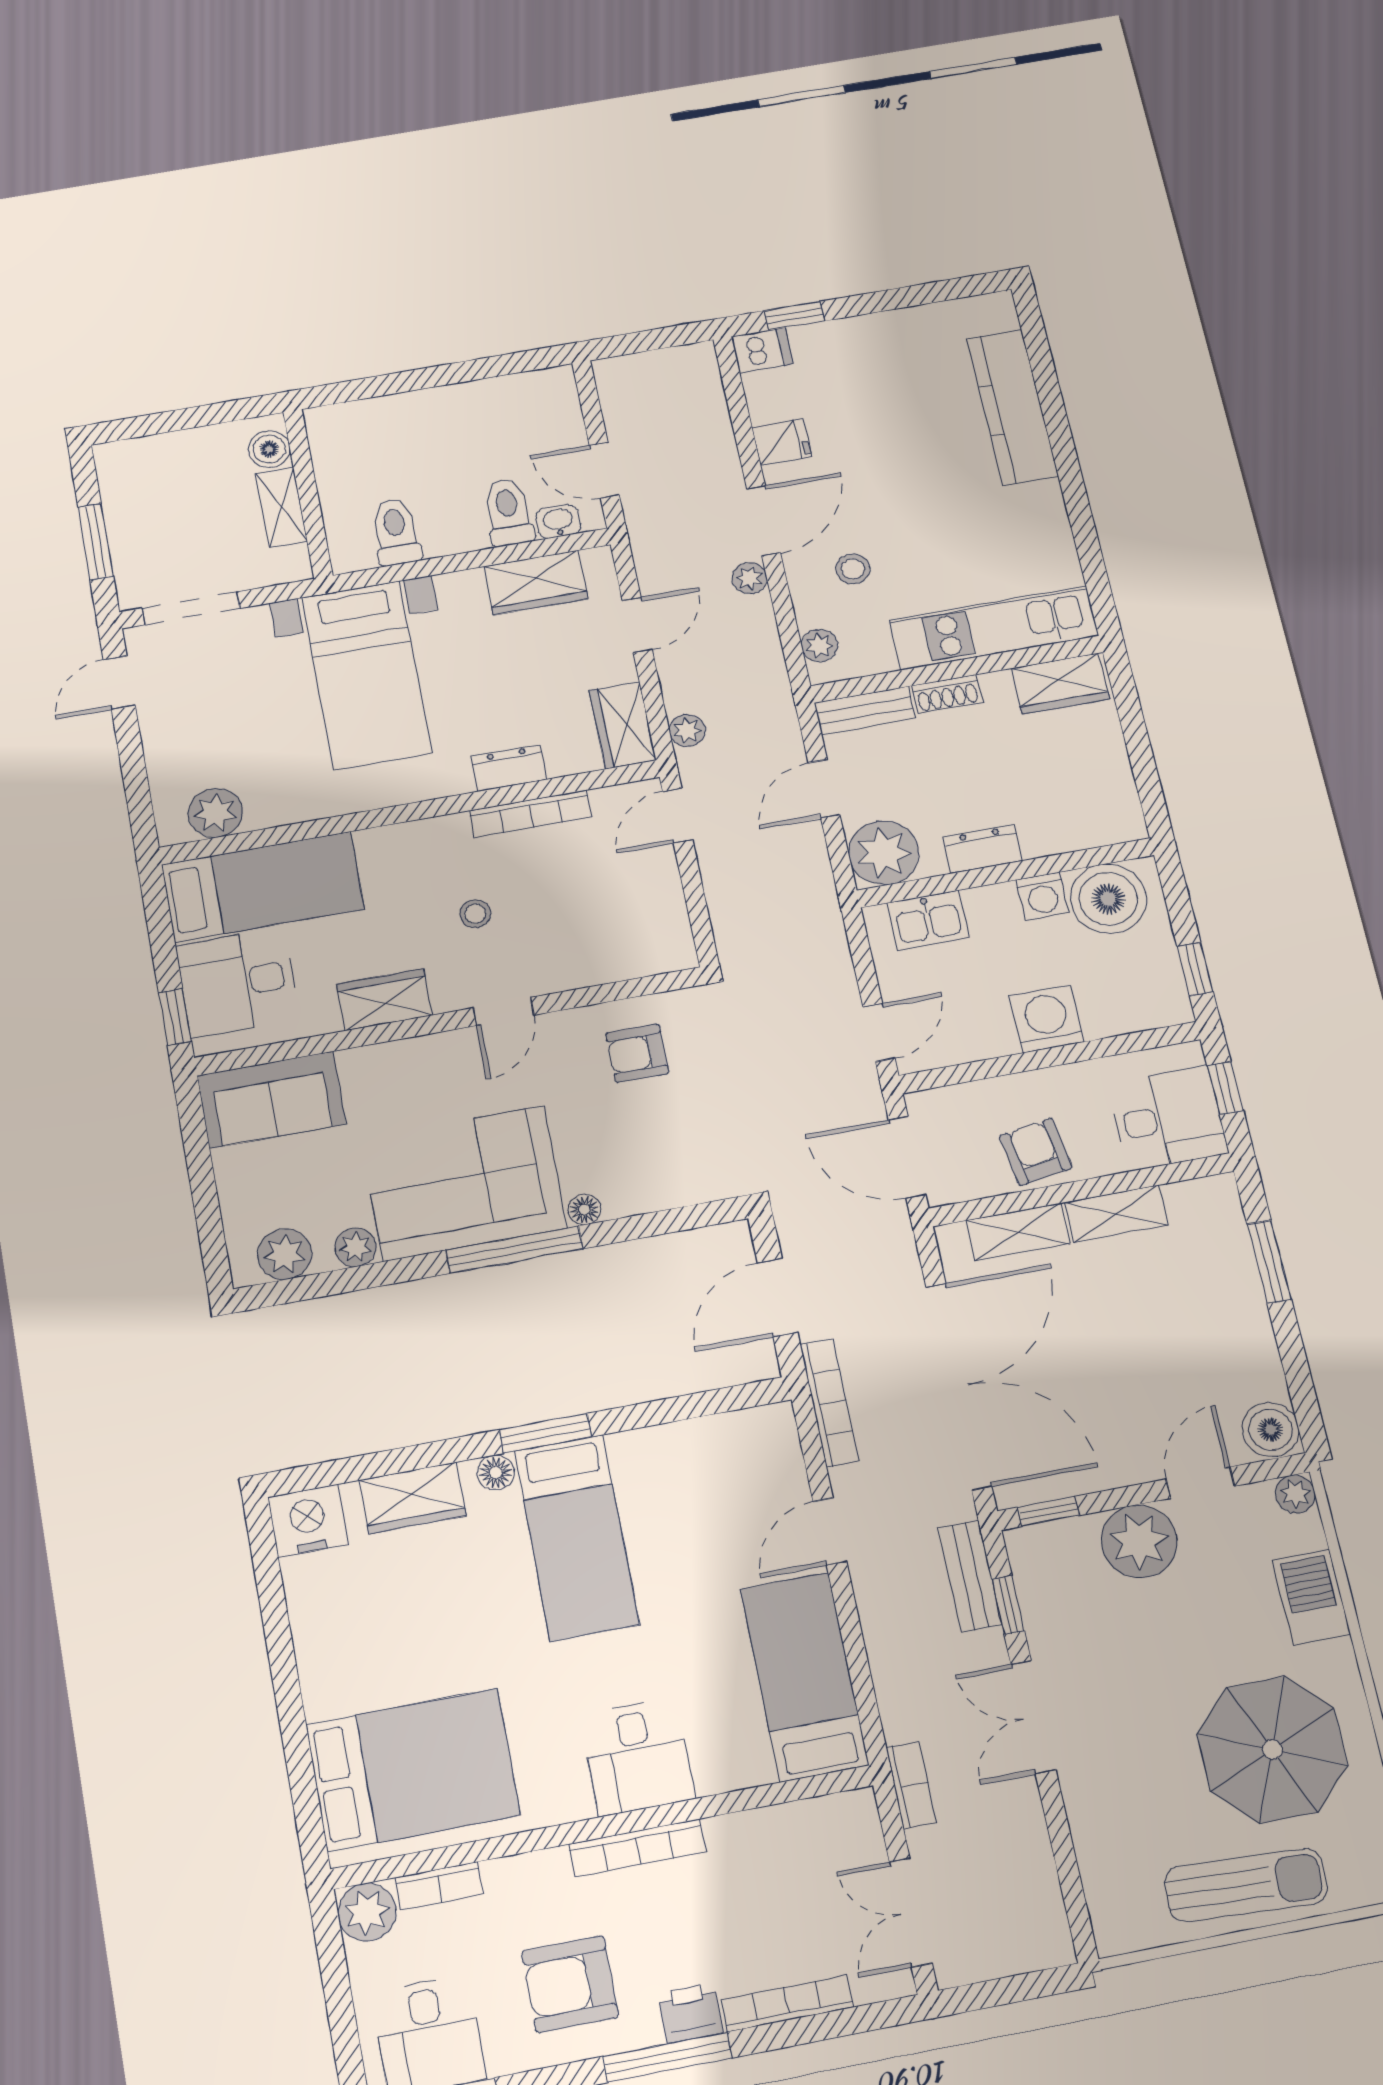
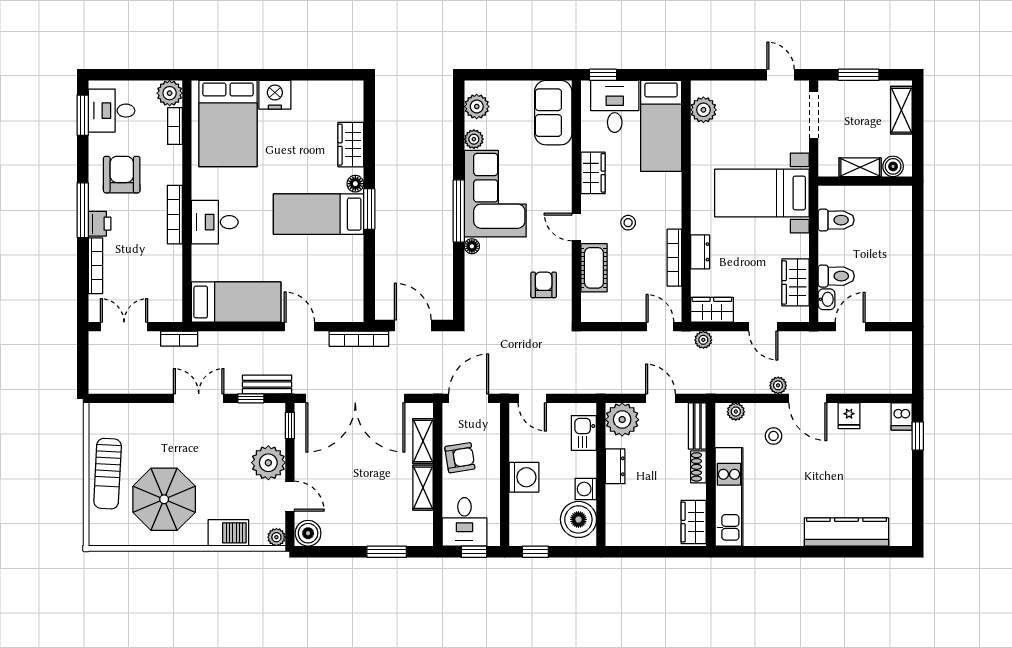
shelving: (154, 453) -> (901, 110), added
cot: (582, 962) -> (594, 268), added
nightstand: (308, 1521) -> (275, 95), moved, turned -90

